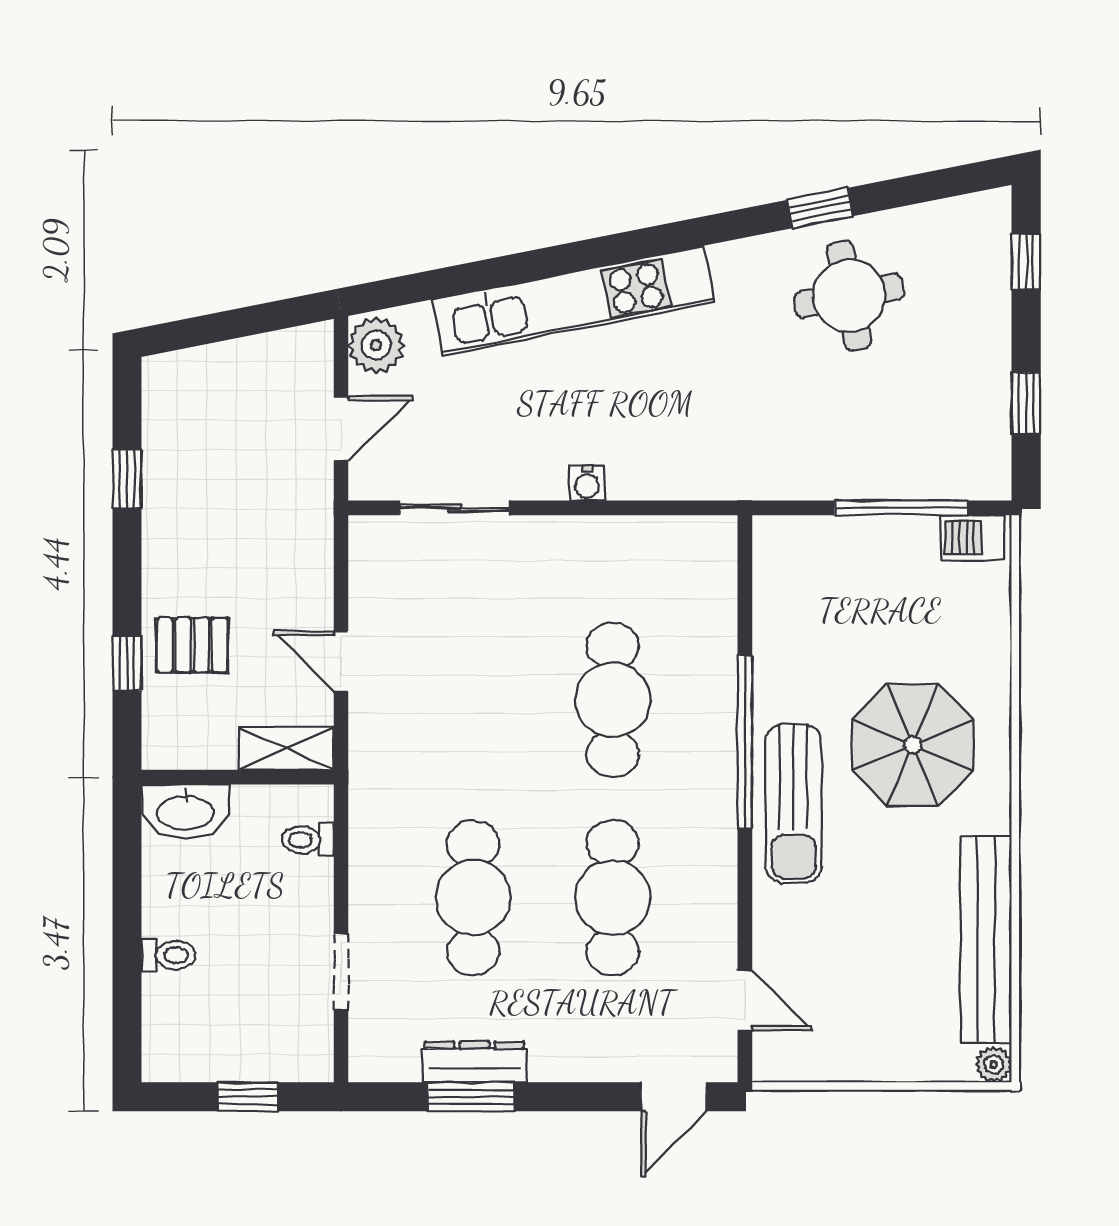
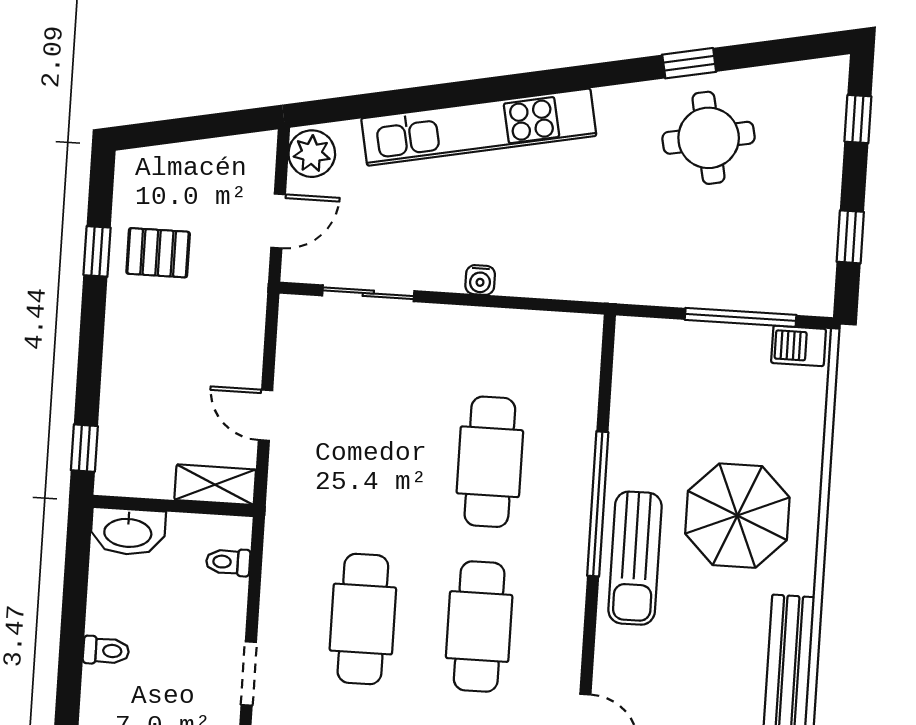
pallet: (192, 645) -> (158, 253), moved
window: (127, 663) -> (84, 448), moved

